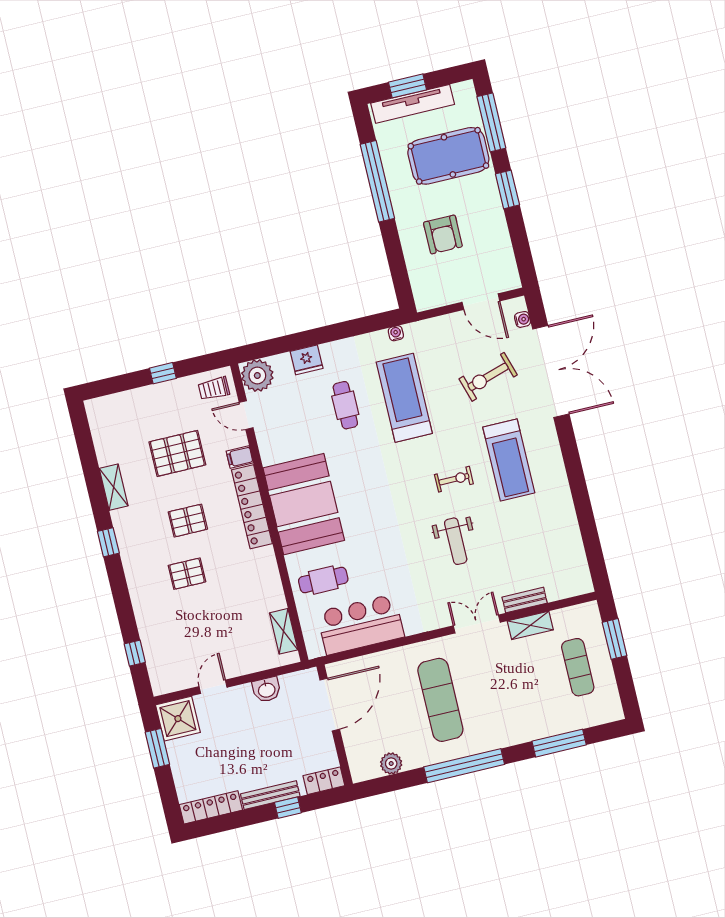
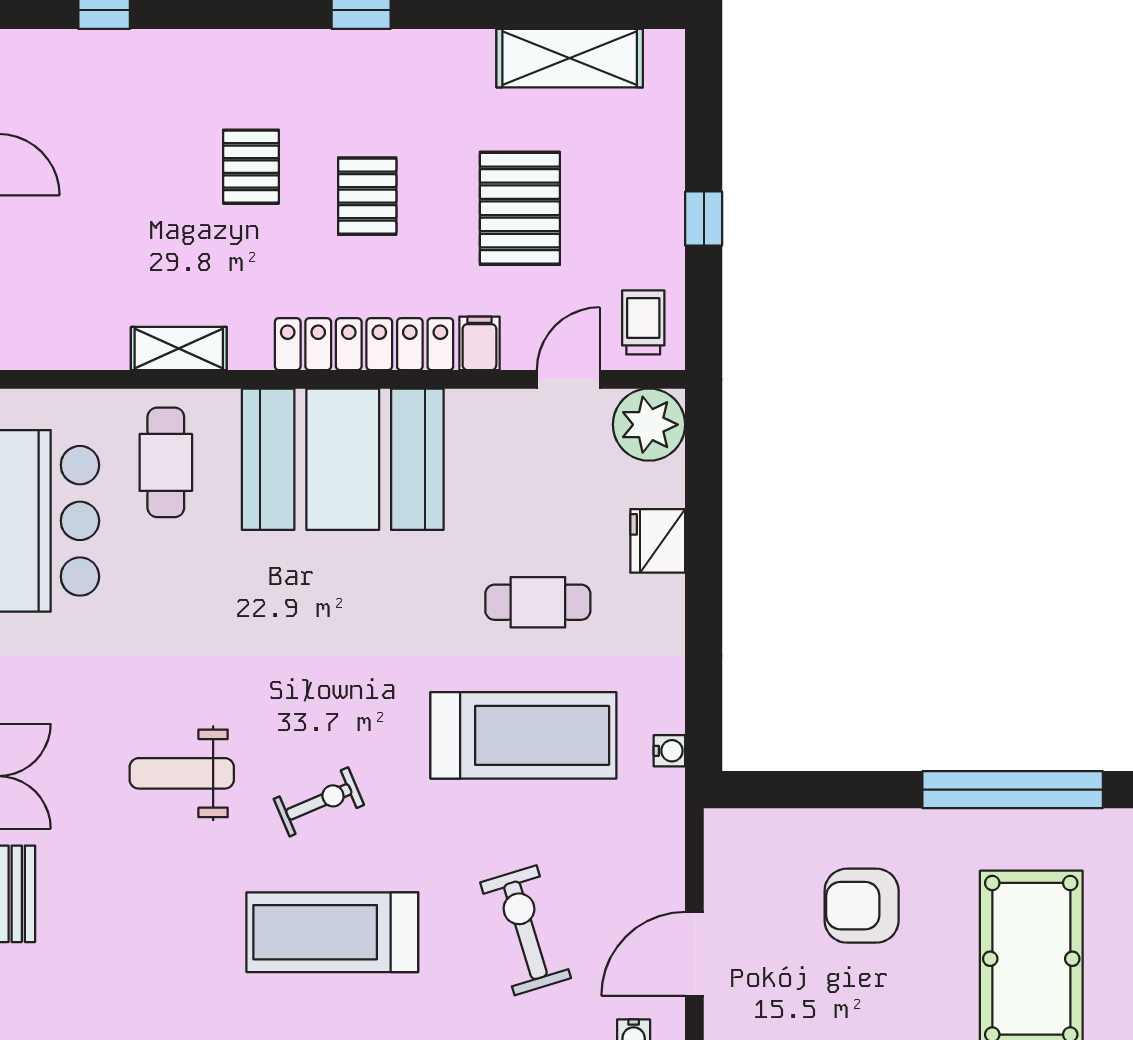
exercise bike: (454, 479) -> (319, 802), turned -113
shelving: (114, 487) -> (570, 58), moved, width x1.50, depth x1.33
shelving: (284, 631) -> (179, 349), moved

